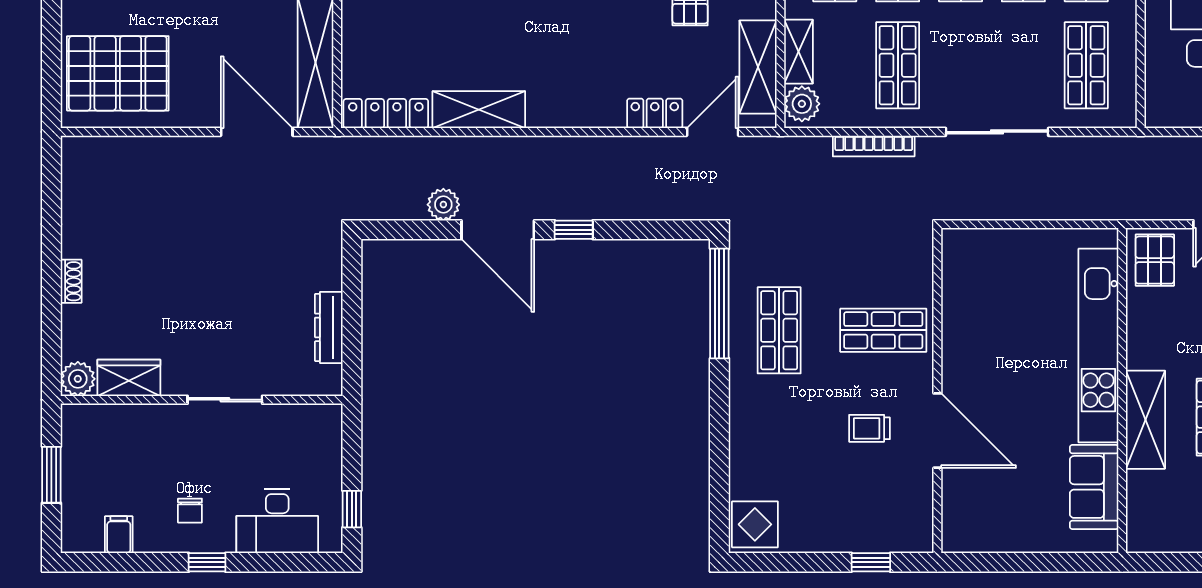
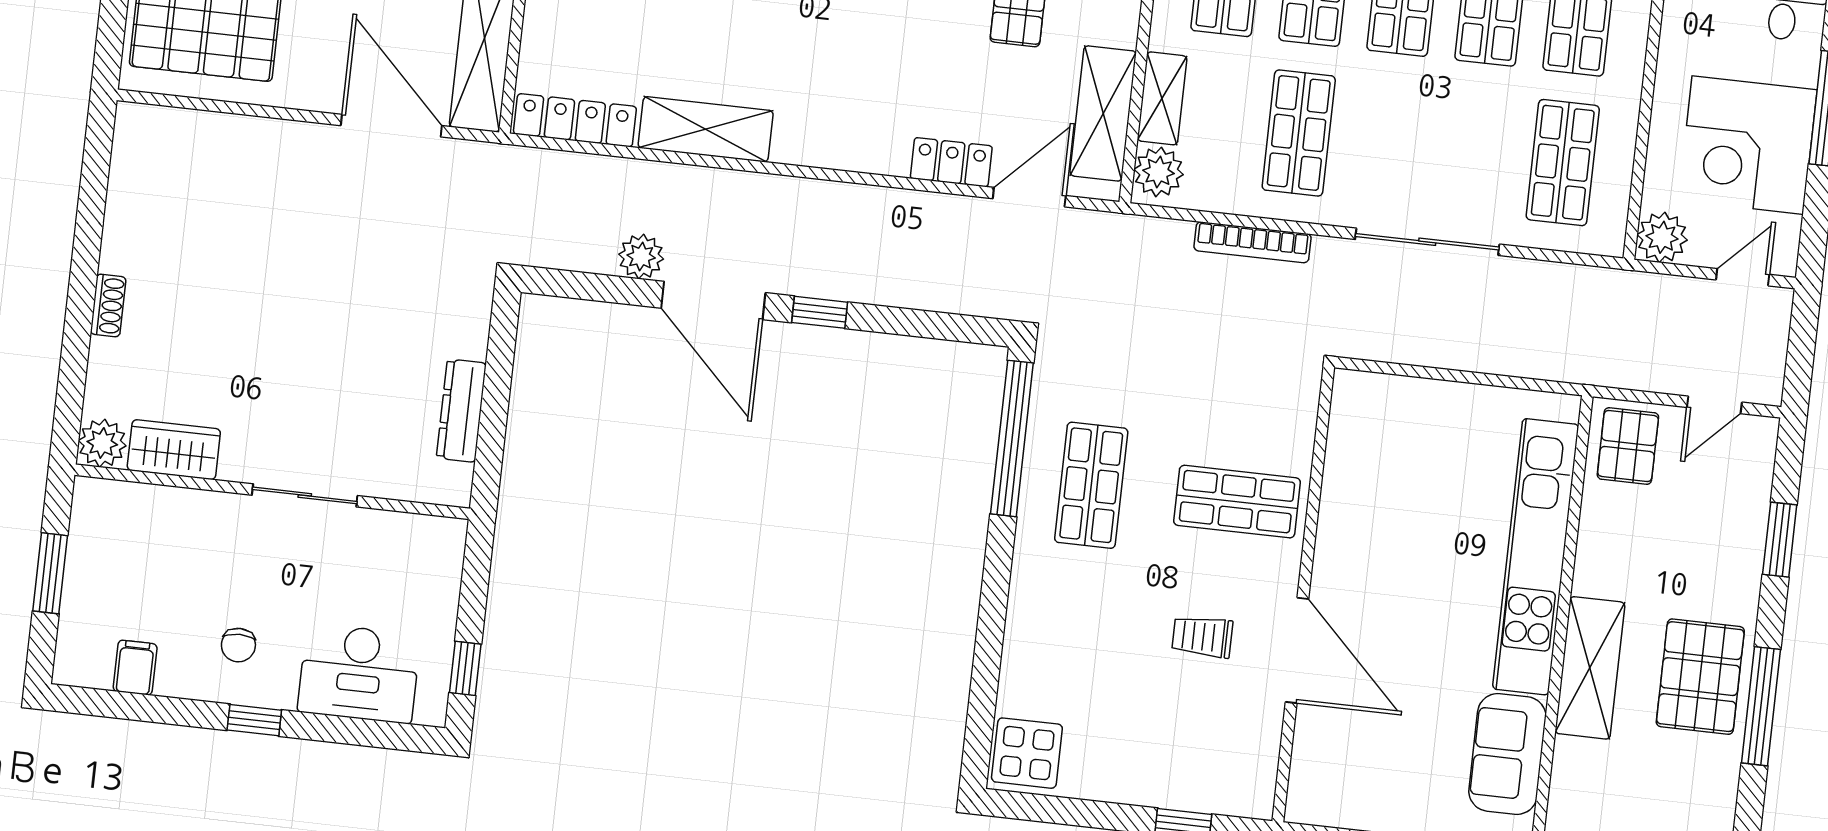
plant: (1162, 110) -> (1662, 237), added

